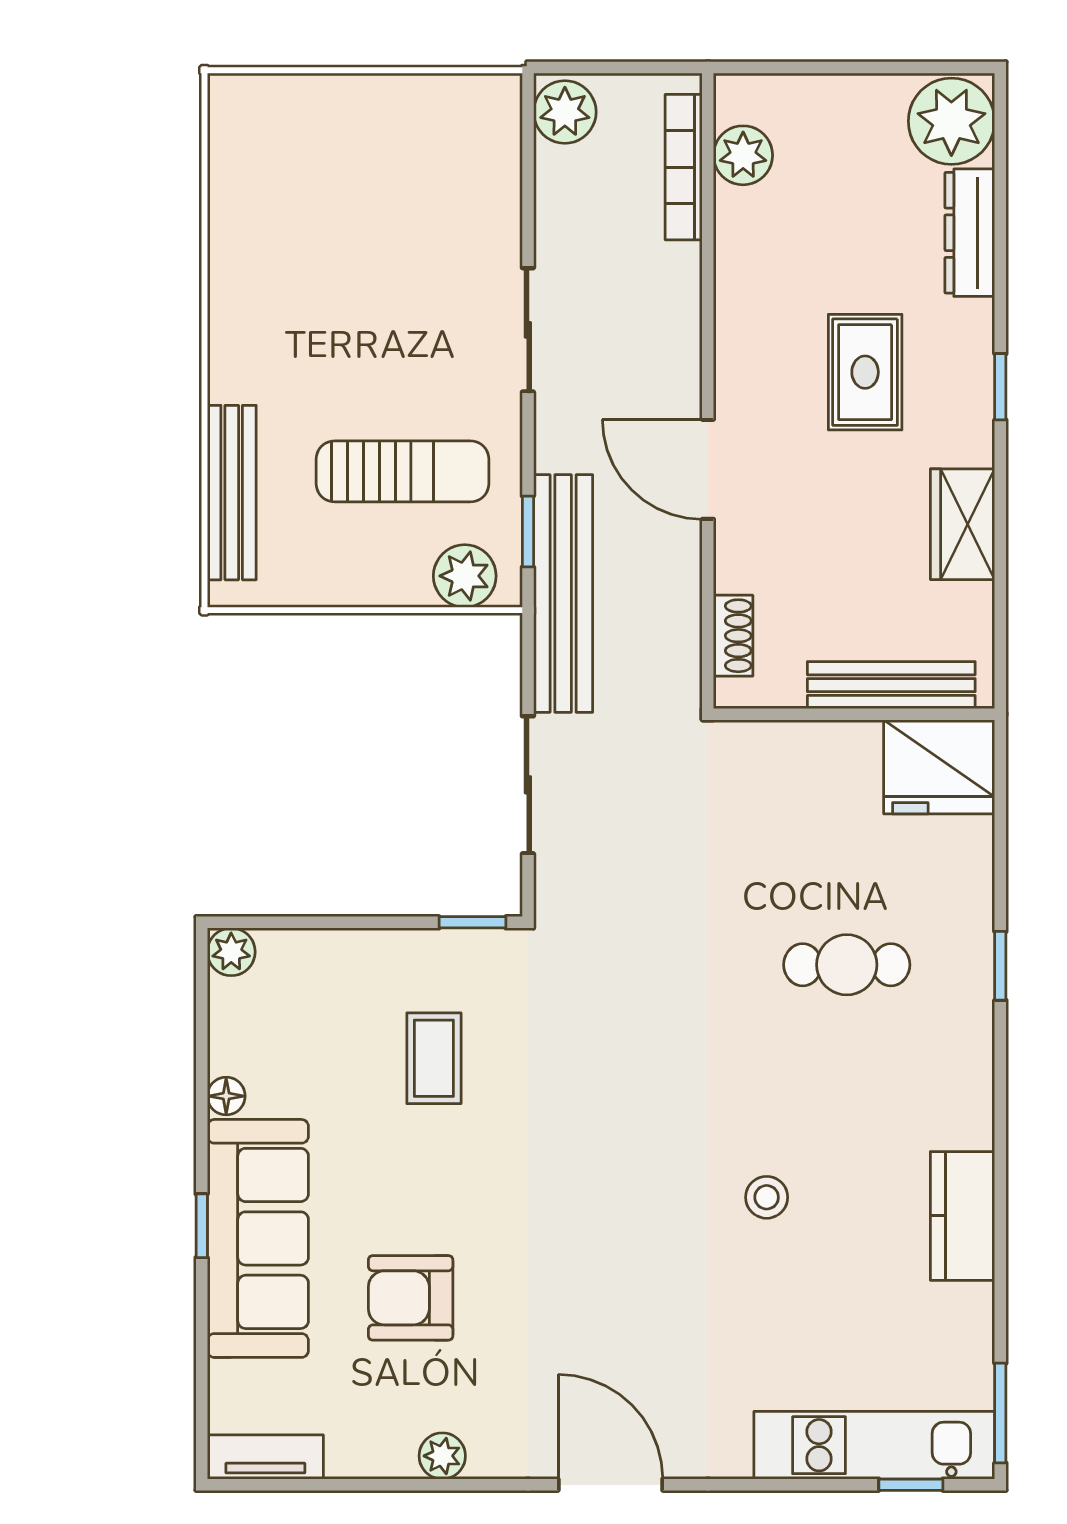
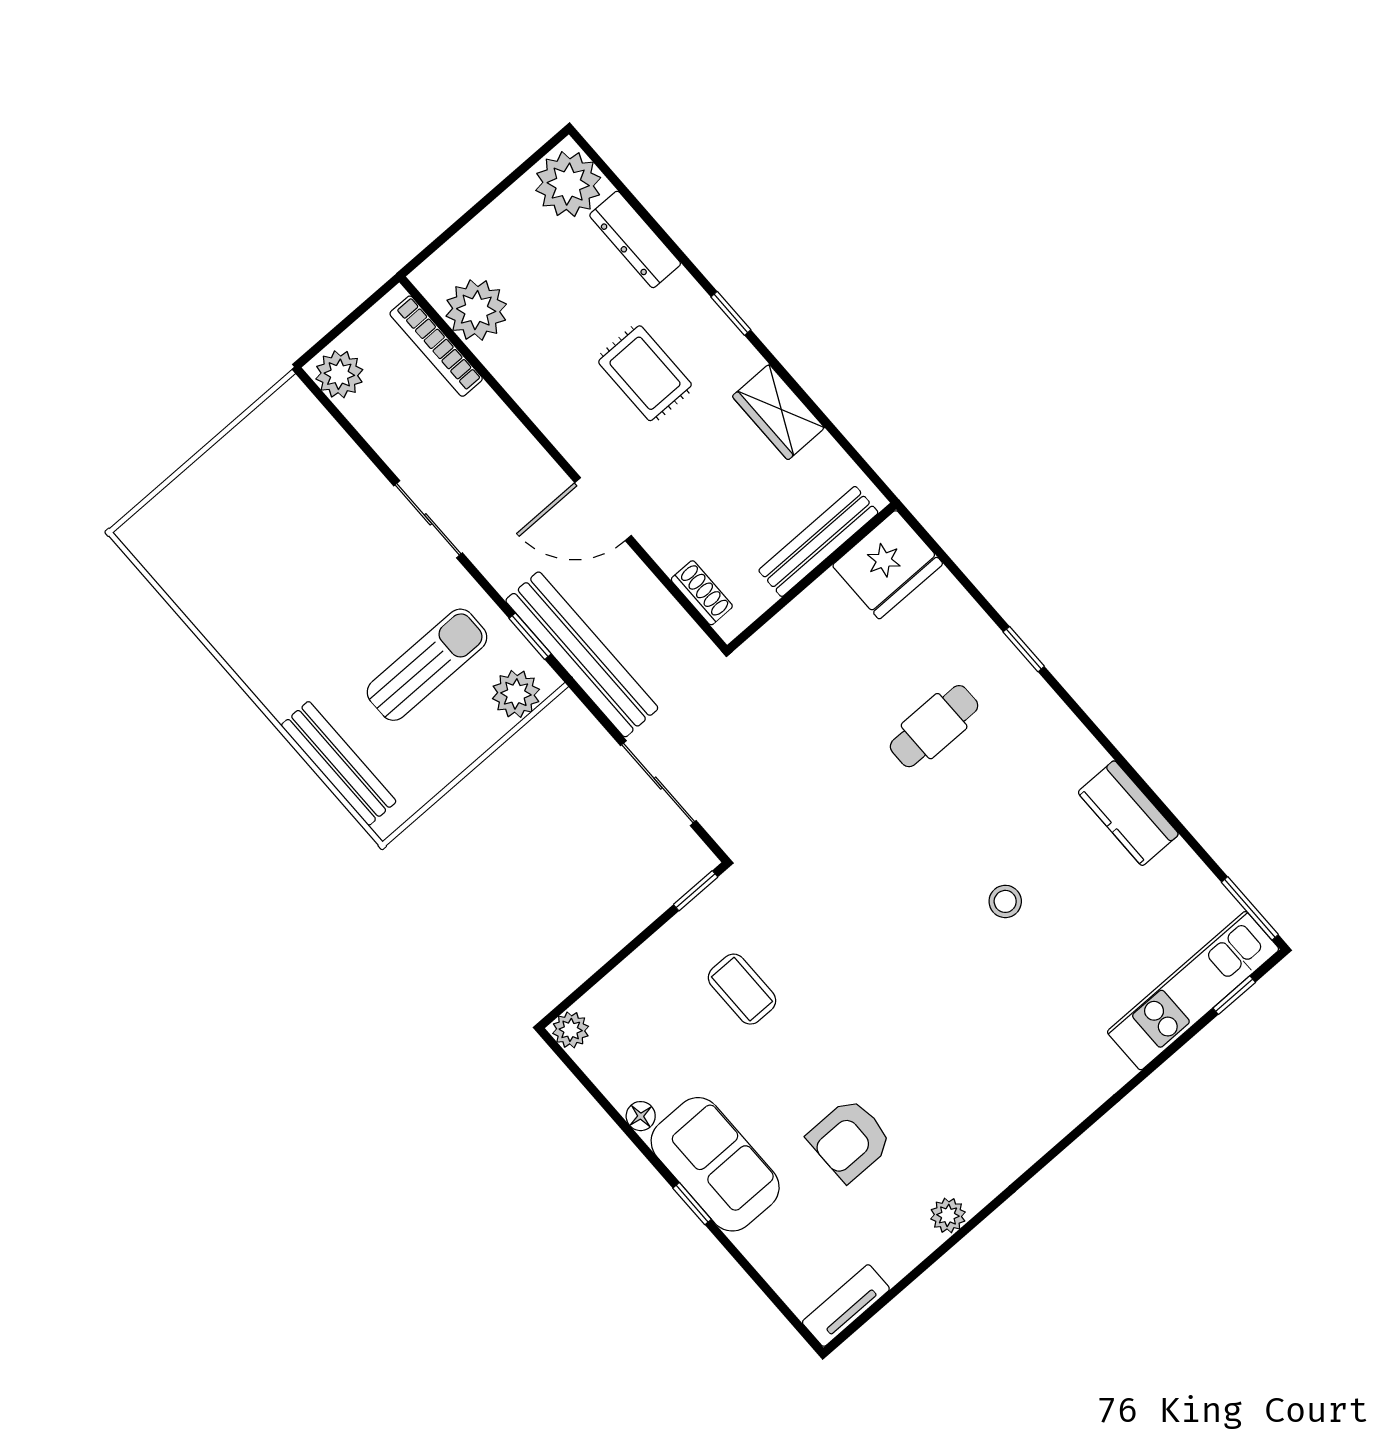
plant: (743, 155) -> (476, 310), width x1.36, depth x1.36
sofa: (258, 1238) -> (715, 1164), width x0.73
door: (610, 1485) -> (1060, 1147), removed

